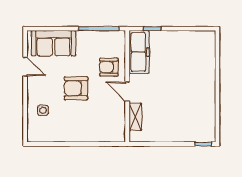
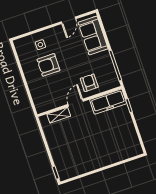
armchair: (76, 88) -> (48, 65), moved, turned -90

